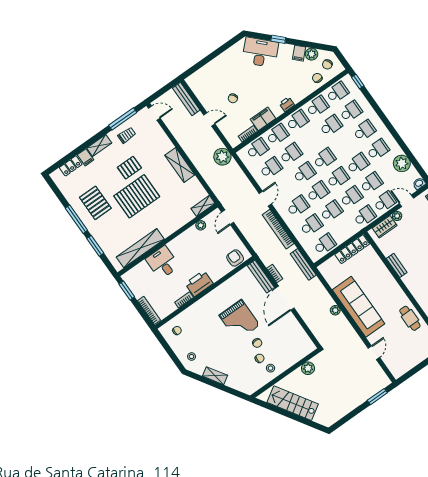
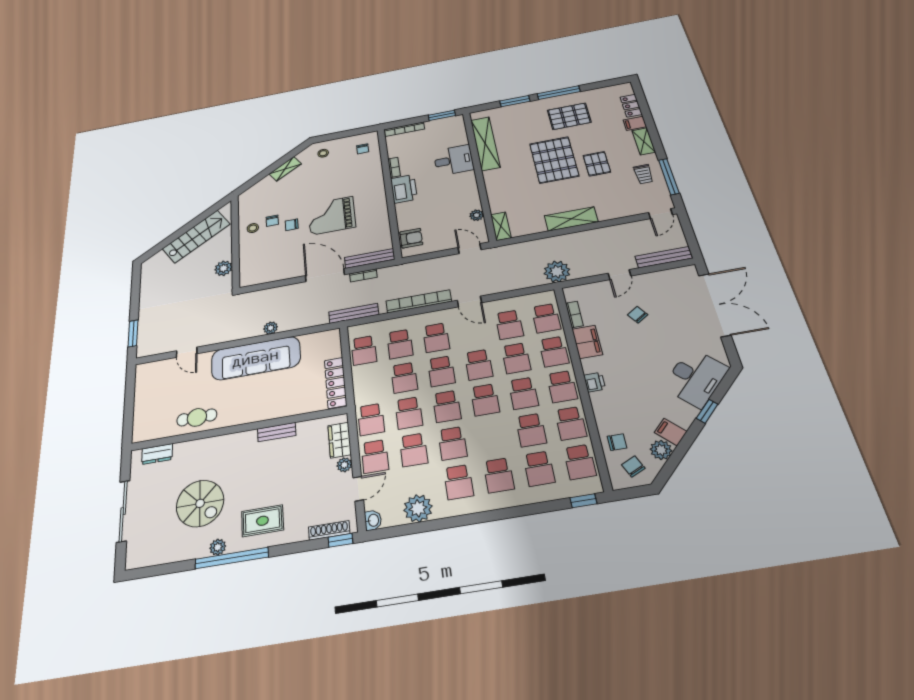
double door: (208, 59) -> (715, 305), added
school desk: (311, 140) -> (523, 393), added

